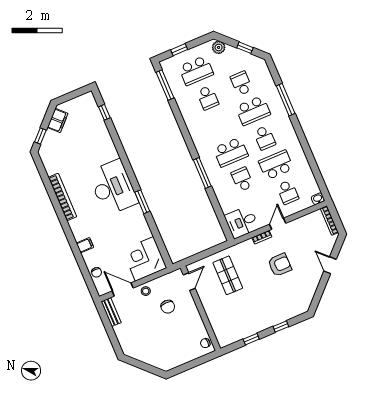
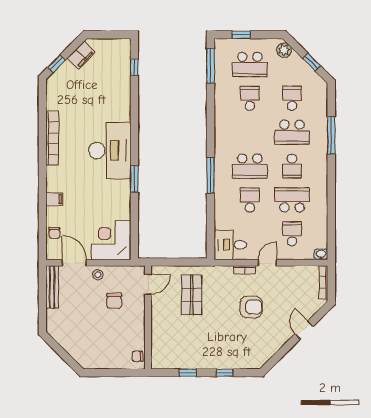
school desk: (208, 98) -> (250, 98), turned 180
school desk: (288, 192) -> (292, 234), turned 180
bench: (111, 312) -> (52, 287), width x1.36

